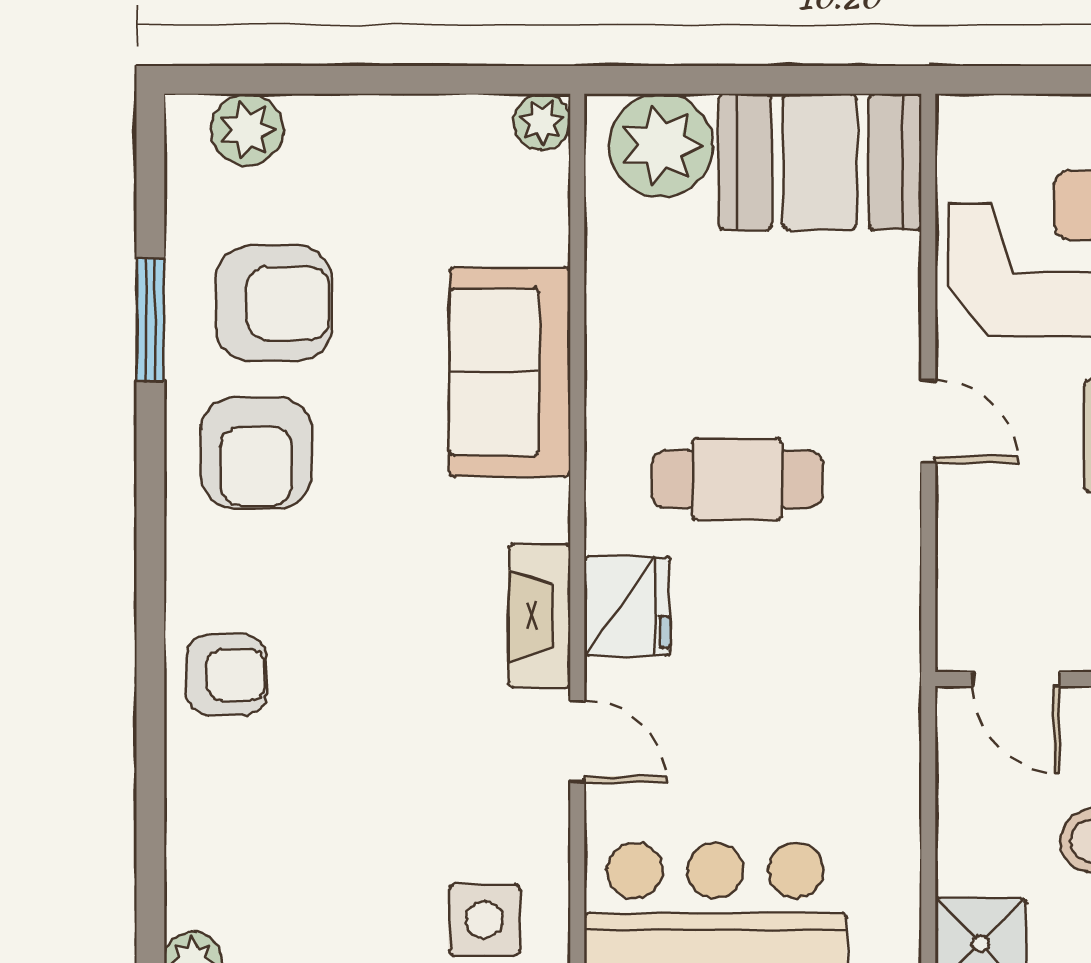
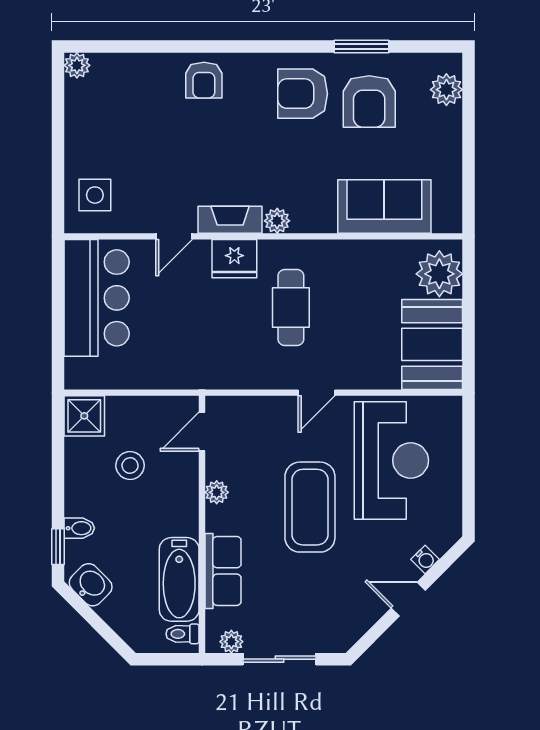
plant: (542, 122) -> (277, 221), moved
sofa: (510, 372) -> (384, 206), moved

